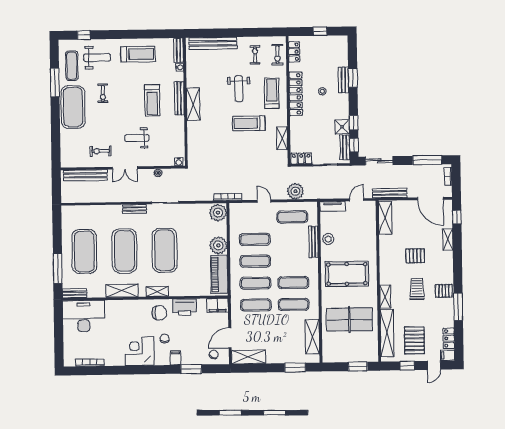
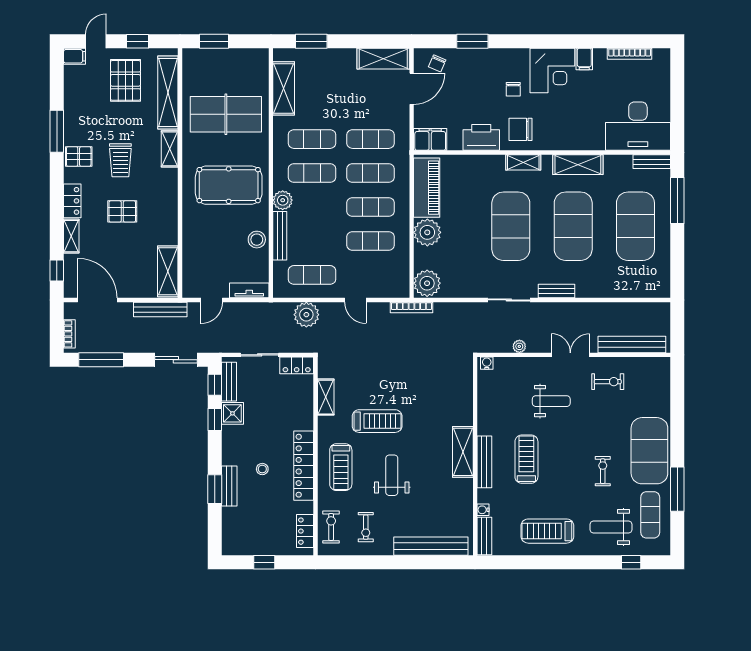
plant: (312, 265) -> (283, 200), added
locker: (449, 338) -> (72, 201), moved
filing cabinet: (176, 358) -> (584, 59), moved

